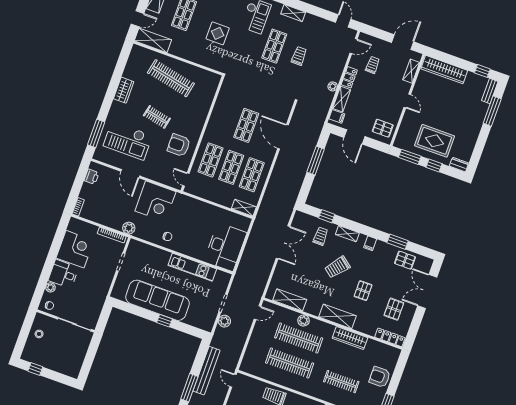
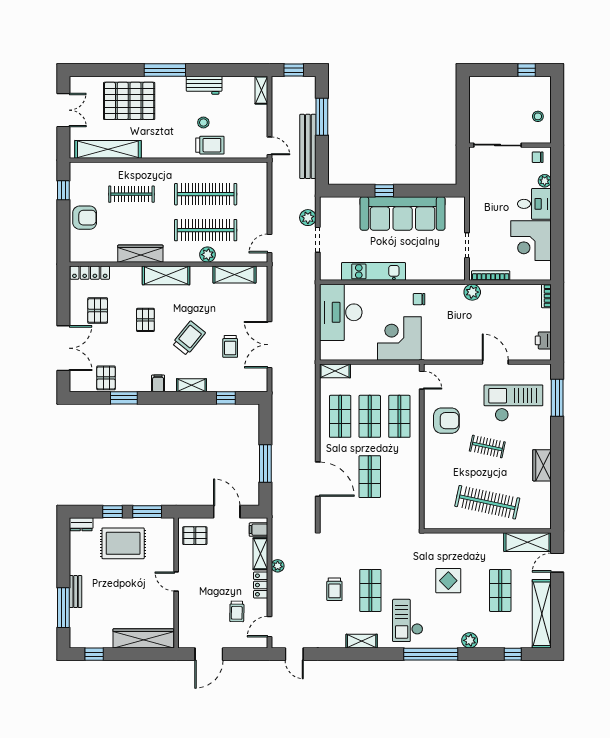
shelving: (411, 71) -> (185, 621), removed
bench: (490, 91) -> (76, 592), moved
corner desk: (155, 201) -> (399, 338), moved
trolley: (321, 236) -> (230, 346), moved
pallet: (405, 260) -> (106, 378), turned 90

